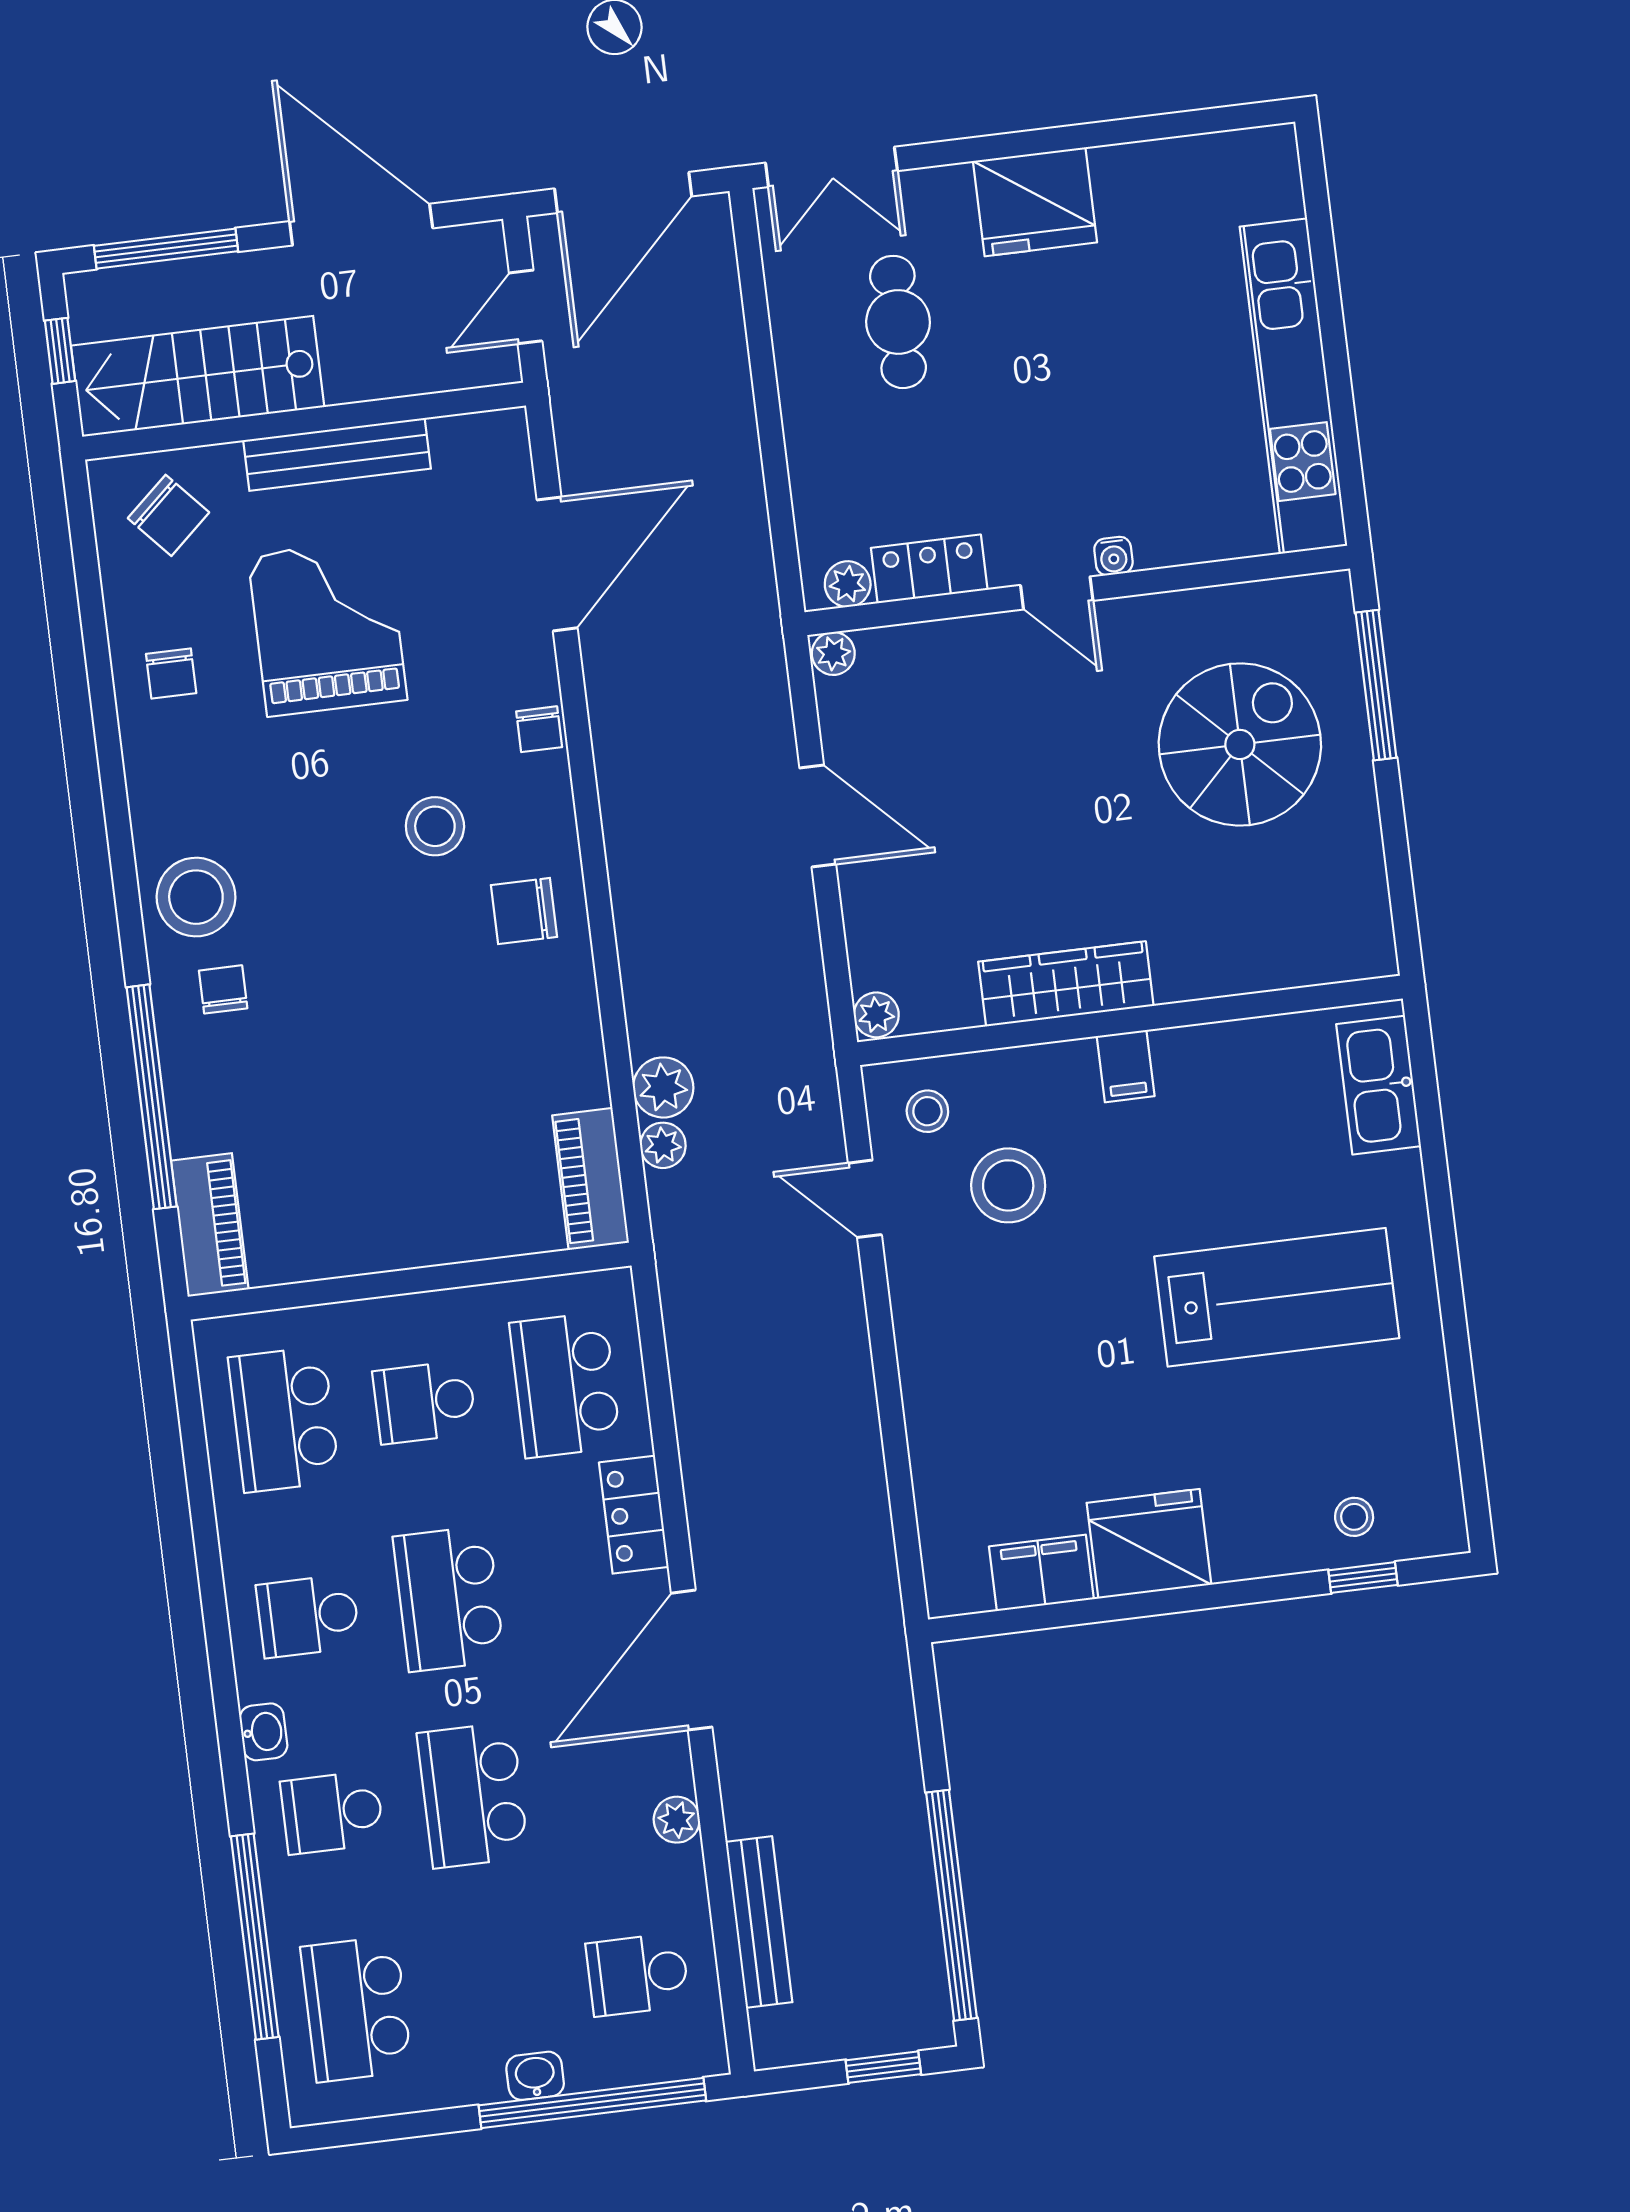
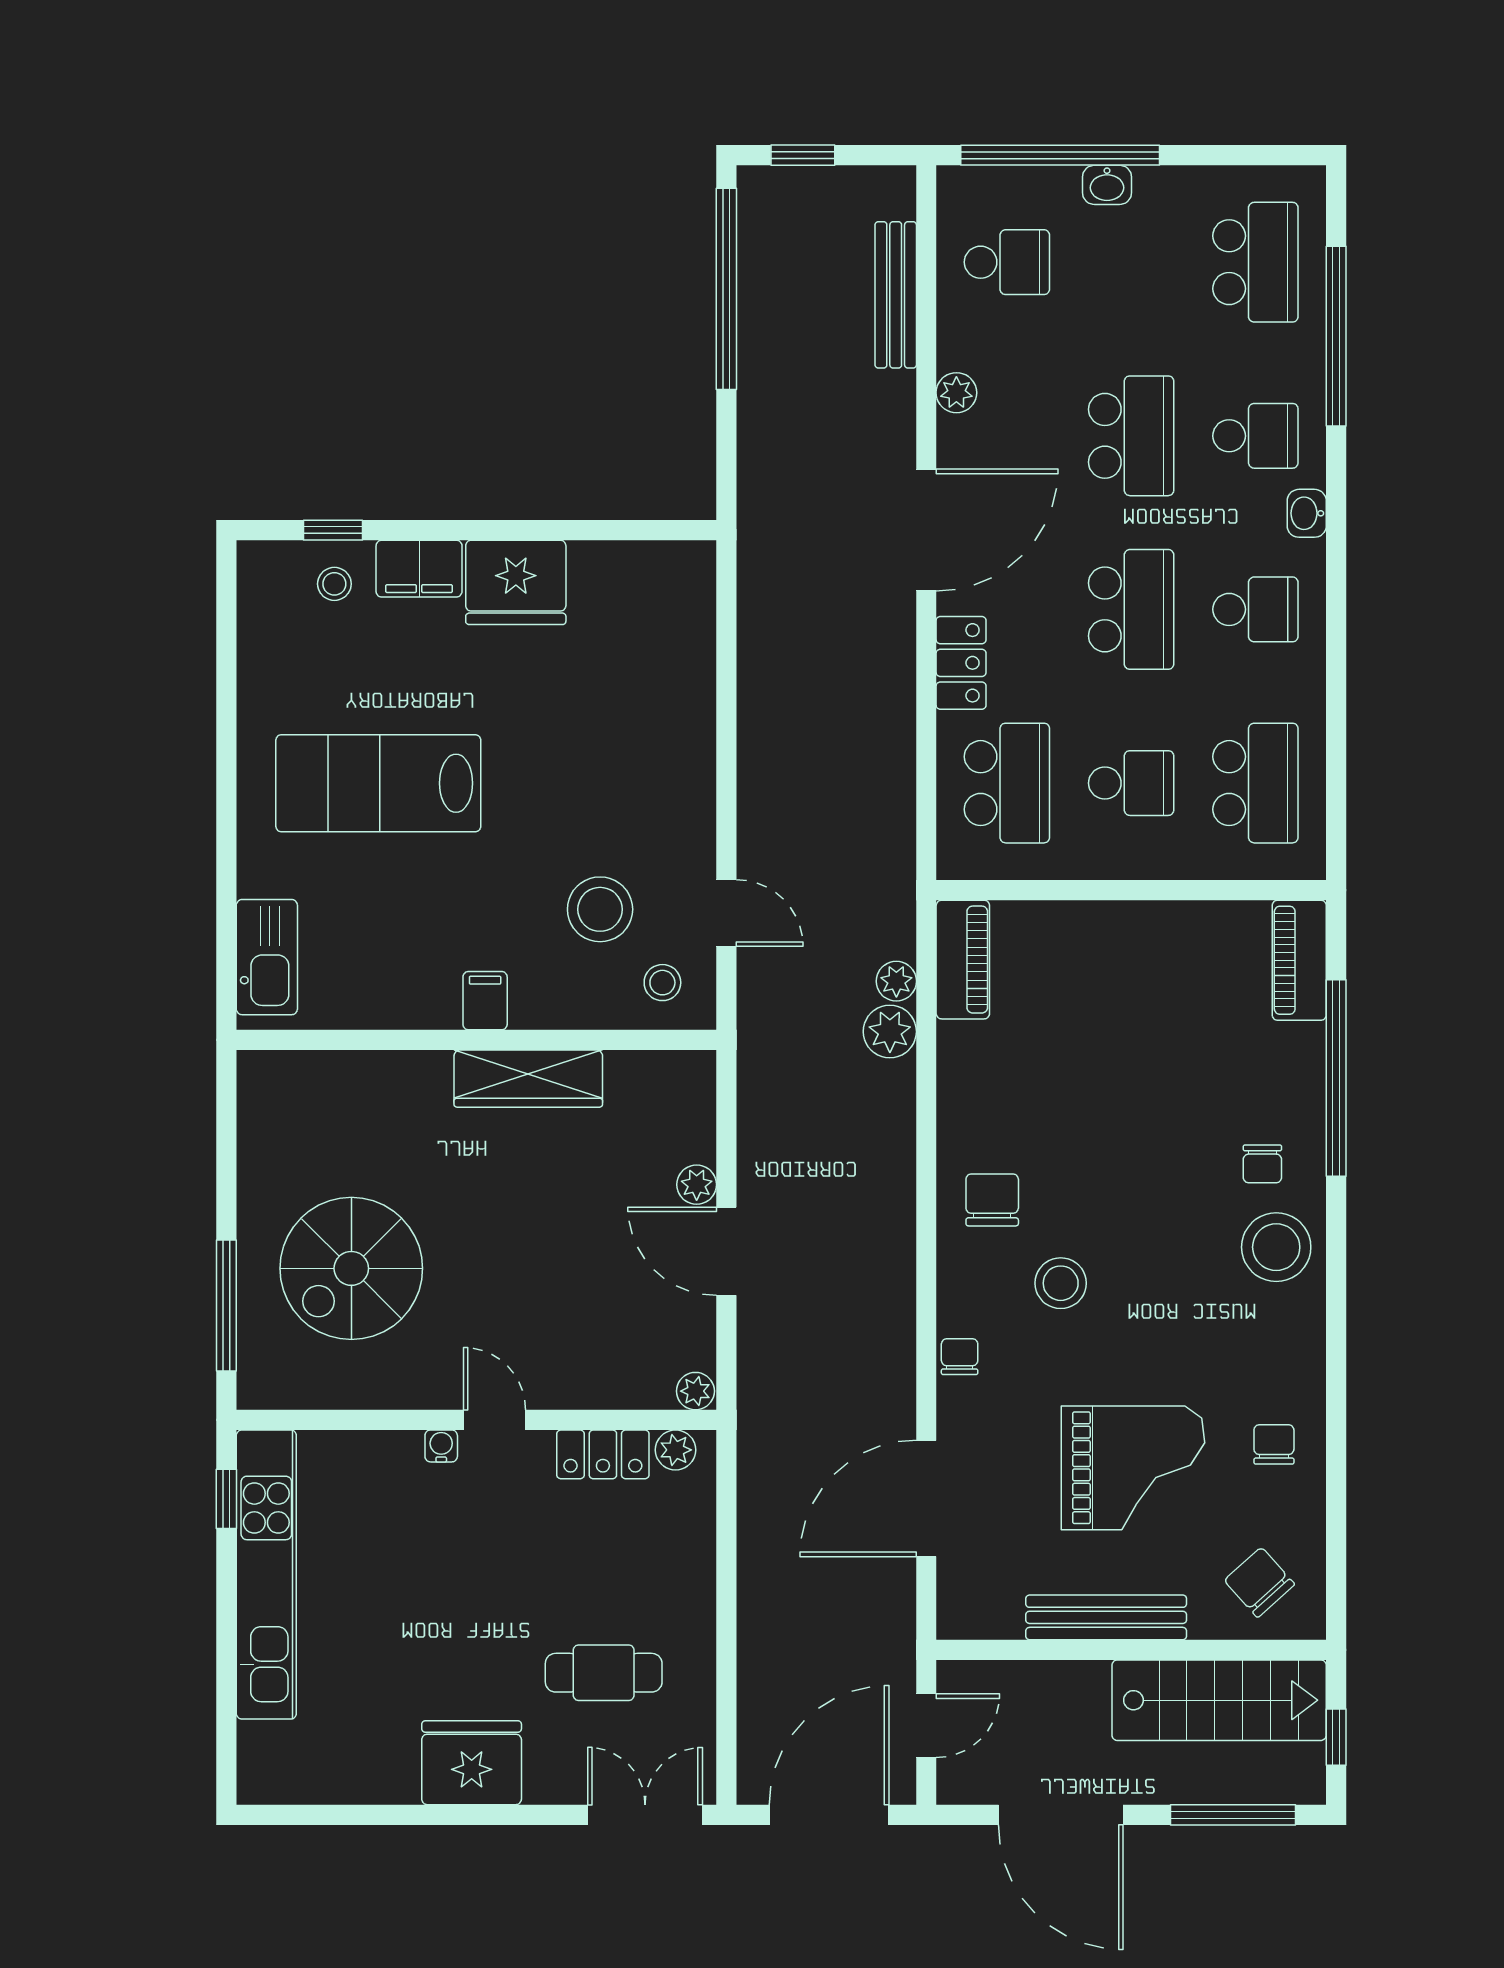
cafe table: (898, 322) -> (604, 1673), turned 90
window: (1349, 466) -> (226, 1499), added
grand piano: (327, 627) -> (1133, 1468), turned -90
chair: (524, 911) -> (992, 1200), turned -90
plant: (876, 1015) -> (697, 1185), moved
filing cabinet: (1041, 1573) -> (419, 569), moved

